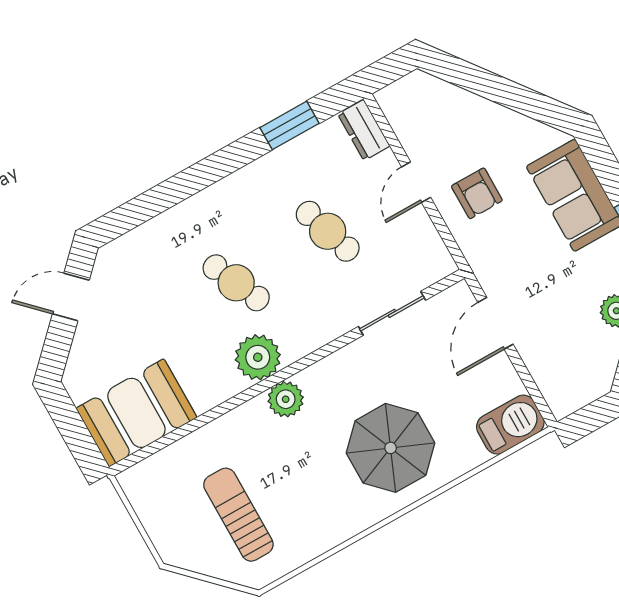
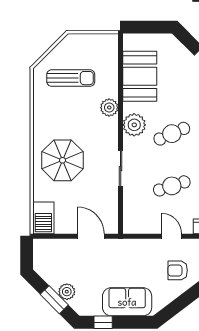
armchair: (477, 193) -> (178, 270), moved
sliding door: (392, 313) -> (121, 169), moved
plant: (286, 399) -> (109, 108), moved
booth: (136, 413) -> (140, 76), moved

